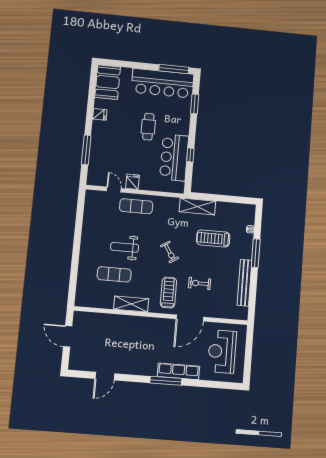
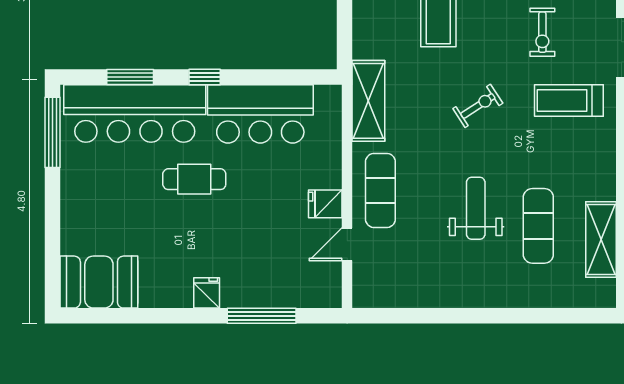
bar counter: (163, 83) -> (135, 113), moved, turned 90
fridge: (100, 114) -> (207, 293), moved
window: (190, 155) -> (205, 77), moved
shelving: (197, 206) -> (368, 101), moved
weight bench: (125, 247) -> (476, 208), turned 180
shelving: (131, 304) -> (601, 240), moved

